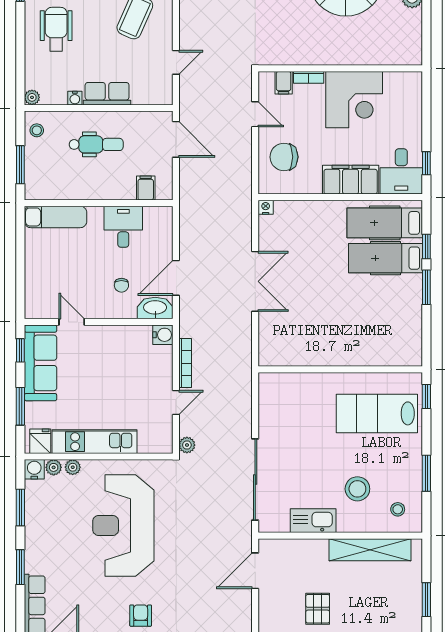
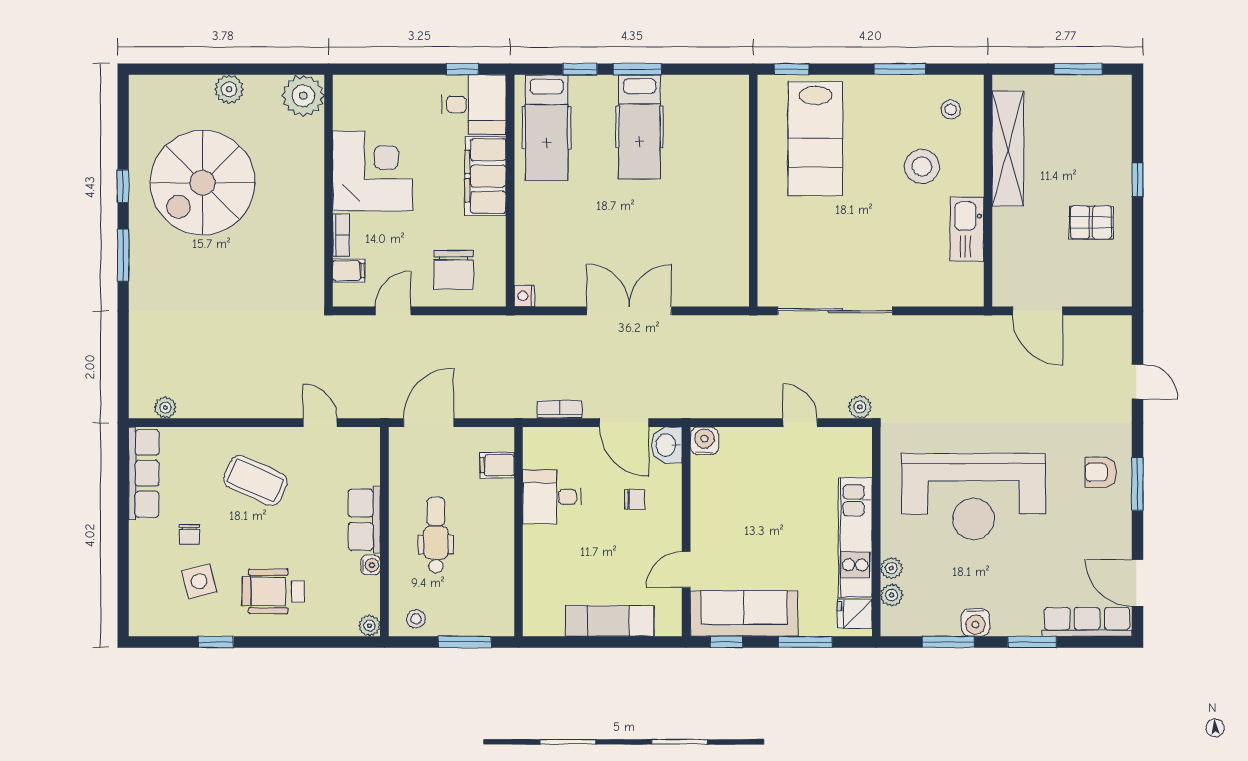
plant: (407, 51) -> (303, 96), added
exam couch: (55, 217) -> (610, 621), moved, turned -90
hospital bed: (385, 258) -> (639, 127), moved
washbasin: (155, 308) -> (667, 445), width x0.72
bookcase: (185, 363) -> (560, 410), moved, width x0.64
water cooler: (34, 469) -> (976, 622), moved, turned -90
sliding door: (255, 480) -> (835, 311), moved

